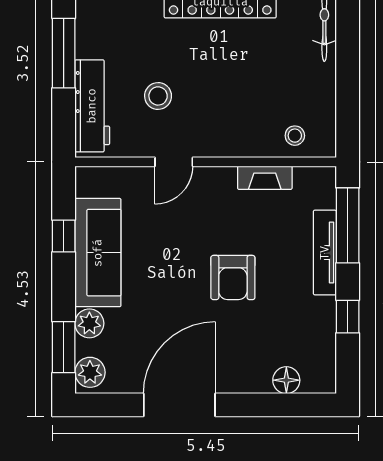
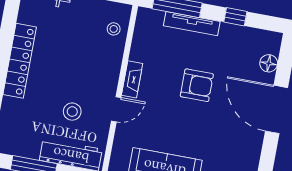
door: (174, 162) -> (116, 109), hinge flipped
fireplace: (265, 178) -> (132, 79), moved
door: (179, 405) -> (276, 109), moved

